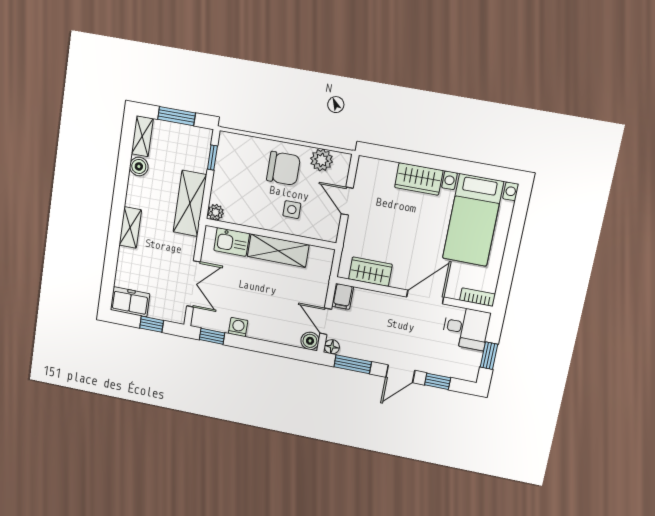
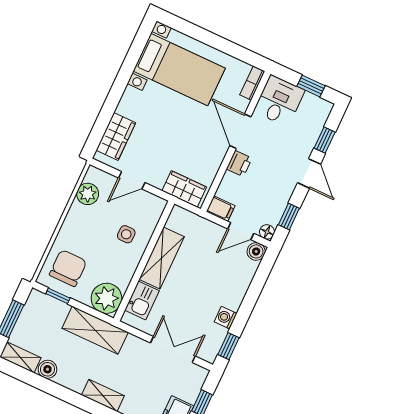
chair: (283, 168) -> (68, 268), moved
wardrobe: (419, 179) -> (116, 136), moved
plant: (216, 212) -> (106, 298), width x1.88, depth x1.88
wardrobe: (370, 272) -> (184, 189), moved, turned 90
printer: (392, 304) -> (239, 164), added
window: (353, 364) -> (289, 217), width x0.67

